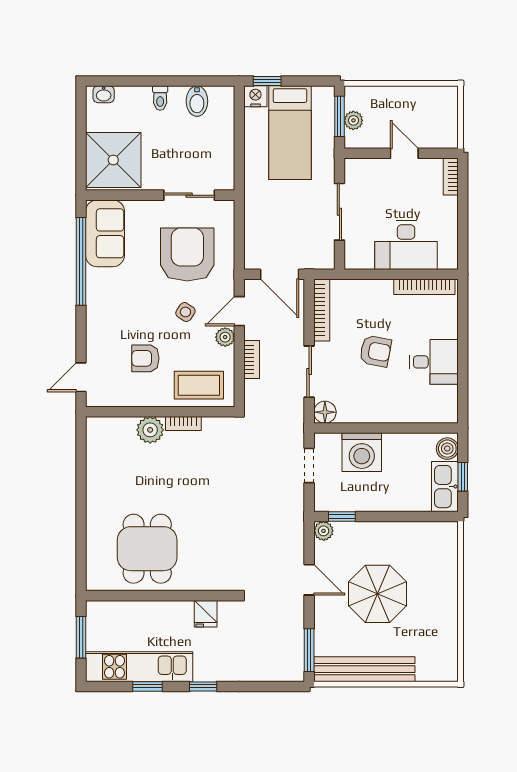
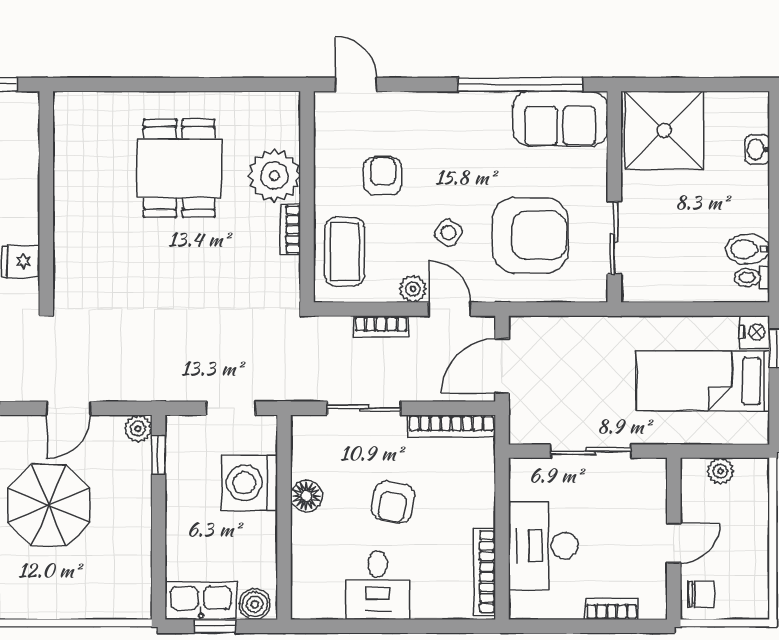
washbasin: (104, 94) -> (757, 149), moved
toilet: (160, 98) -> (752, 278), moved
window: (339, 116) -> (726, 451), removed
chair: (440, 134) -> (701, 594), added
bookcase: (451, 177) -> (612, 609), moved
floor lamp: (325, 412) -> (306, 496), moved
plant: (150, 430) -> (274, 176), width x1.36, depth x1.36
dining table: (147, 549) -> (179, 168), moved, turned 90

